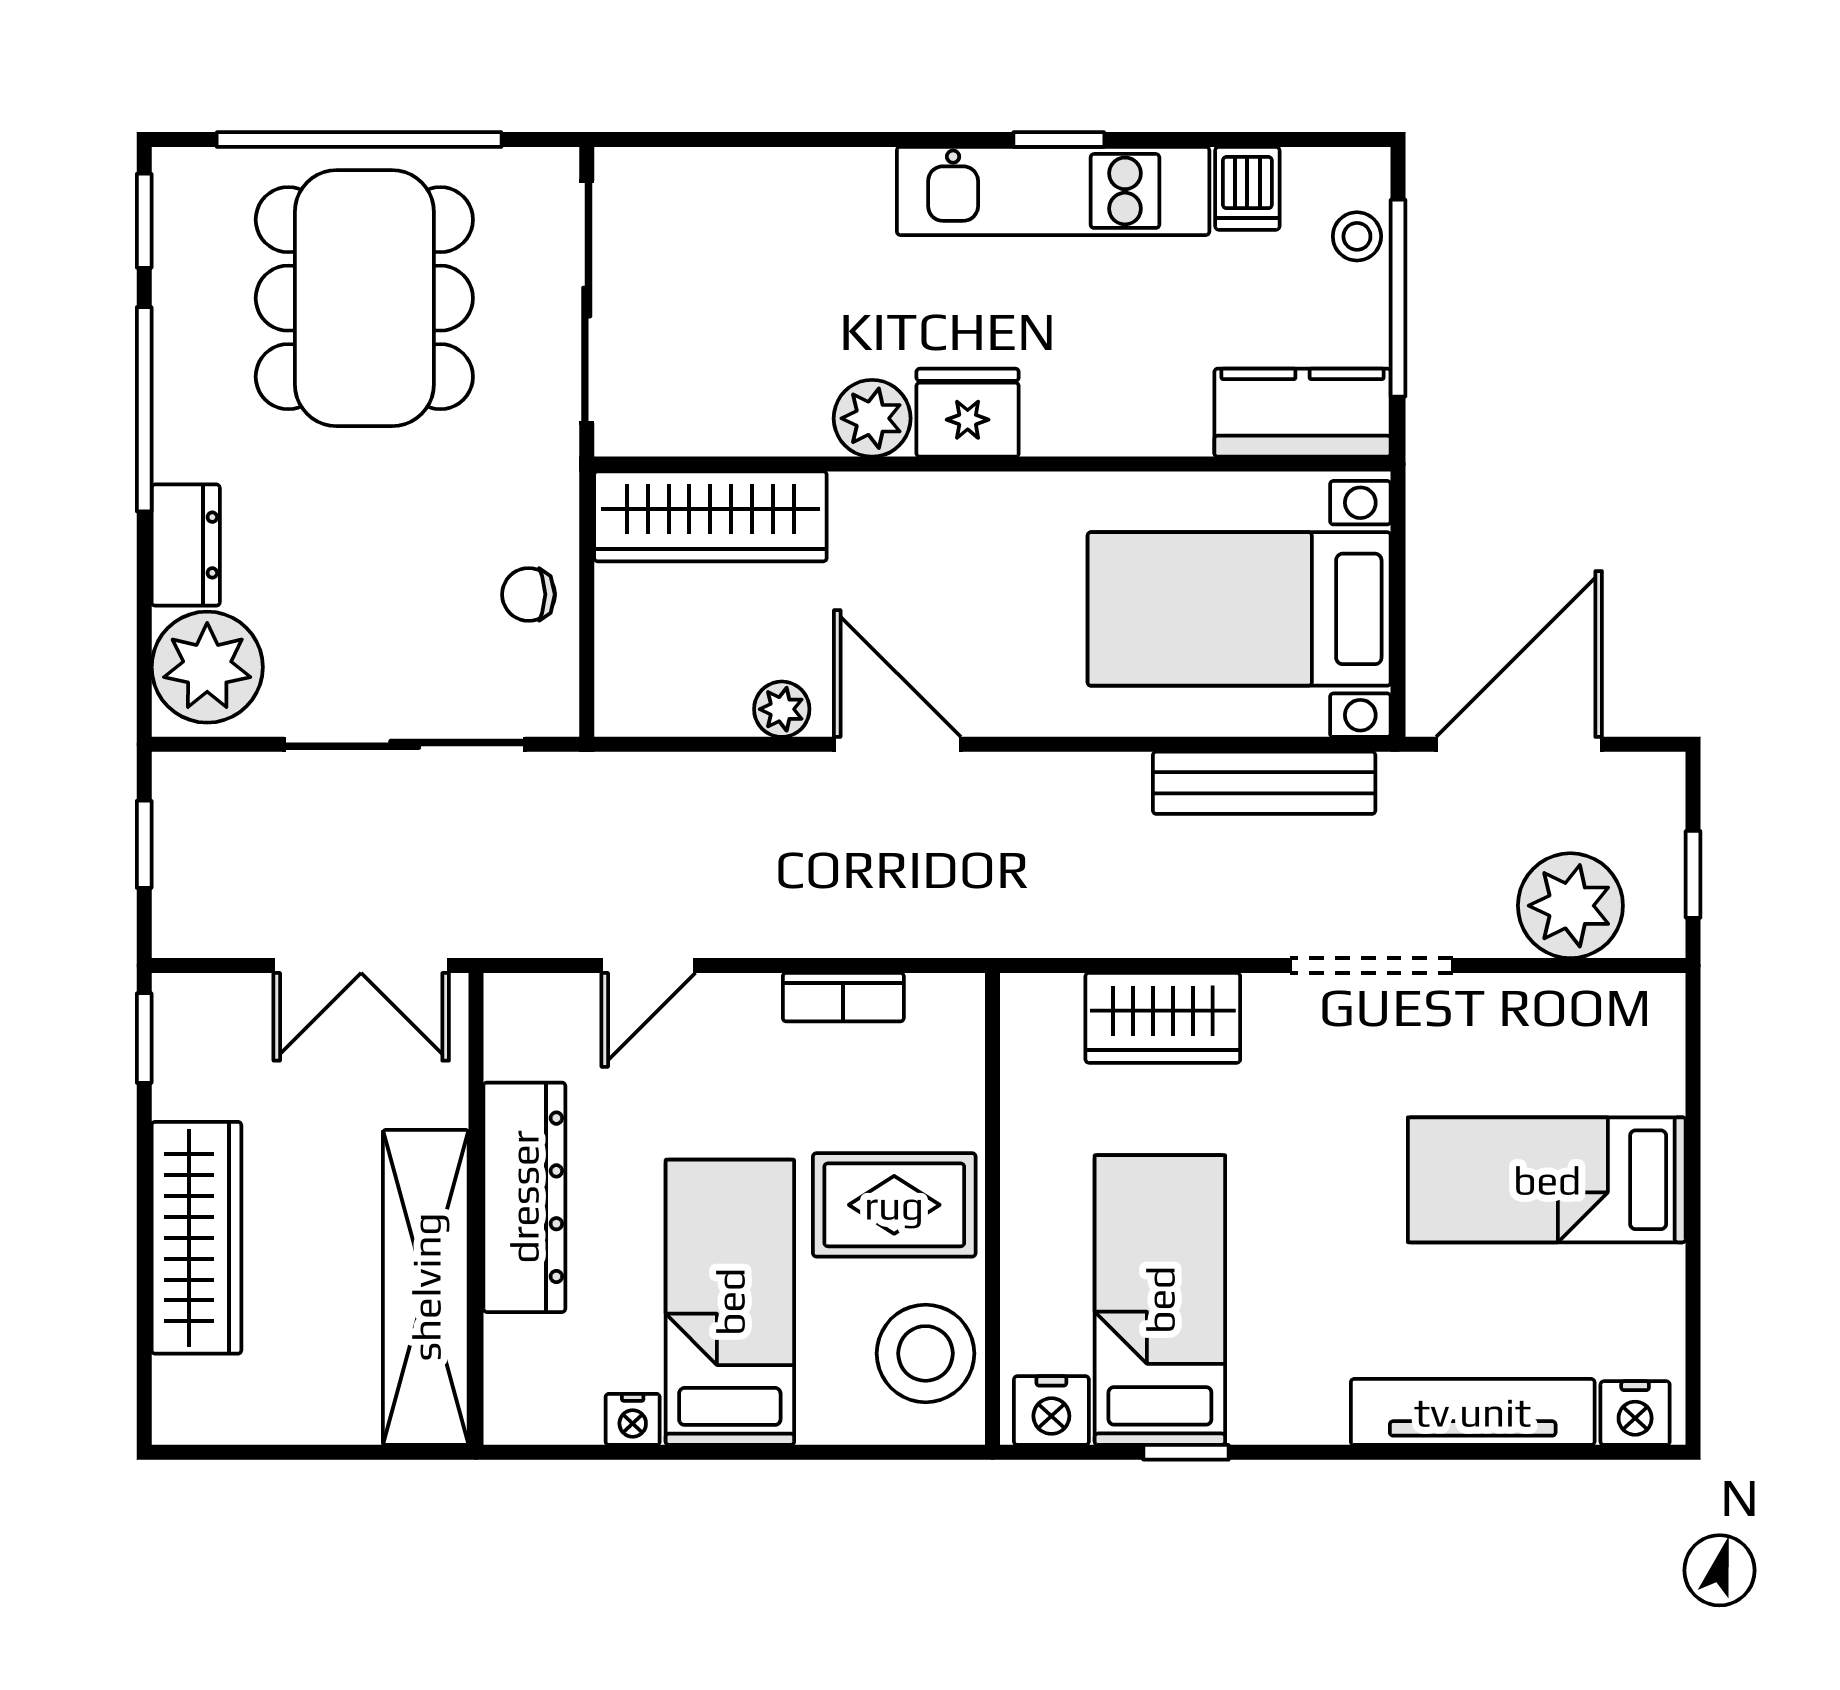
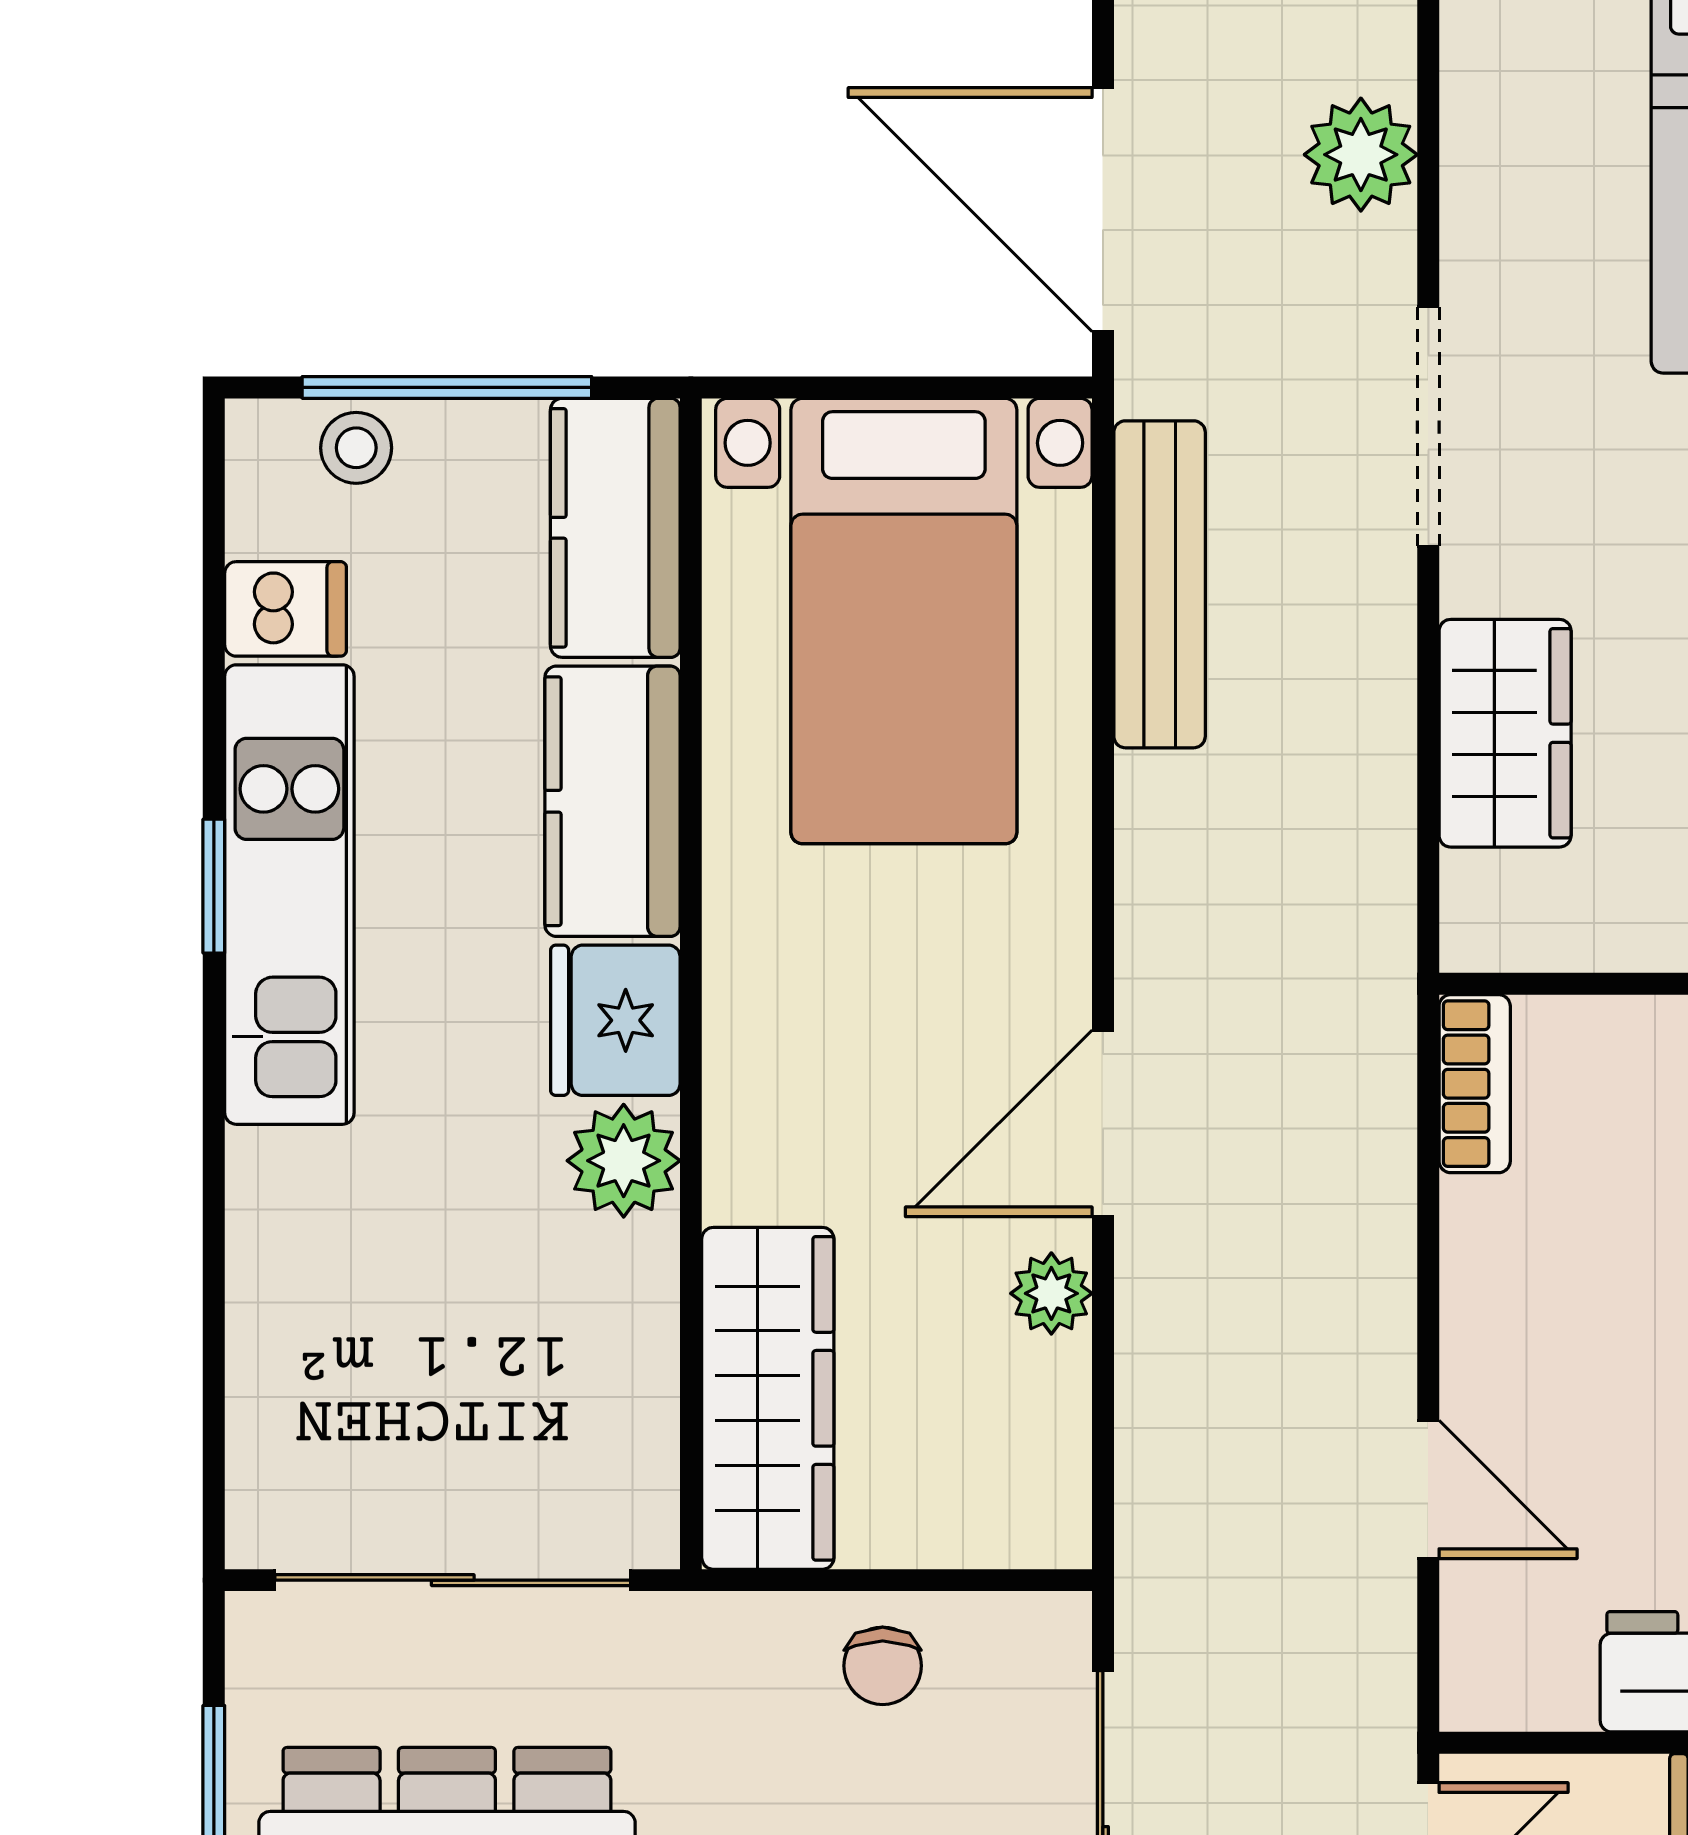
kitchen counter: (1117, 411) -> (612, 801), added
plant: (1570, 906) -> (1361, 155), width x0.73, depth x0.73
bookcase: (843, 997) -> (1475, 1084), moved

